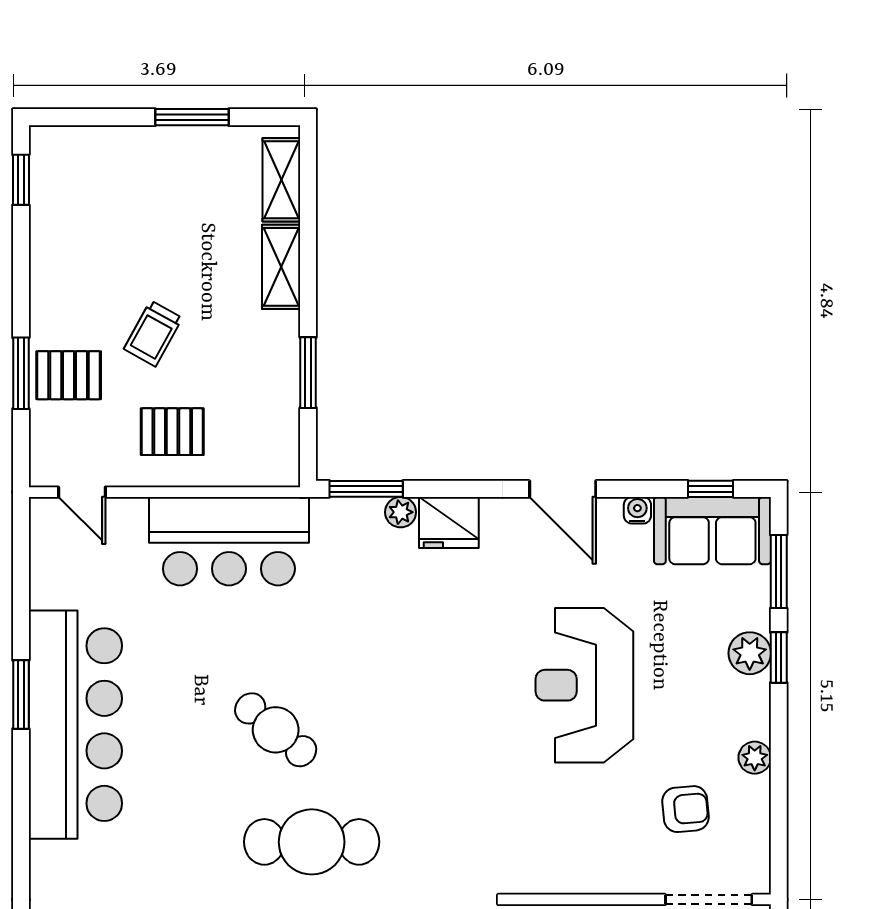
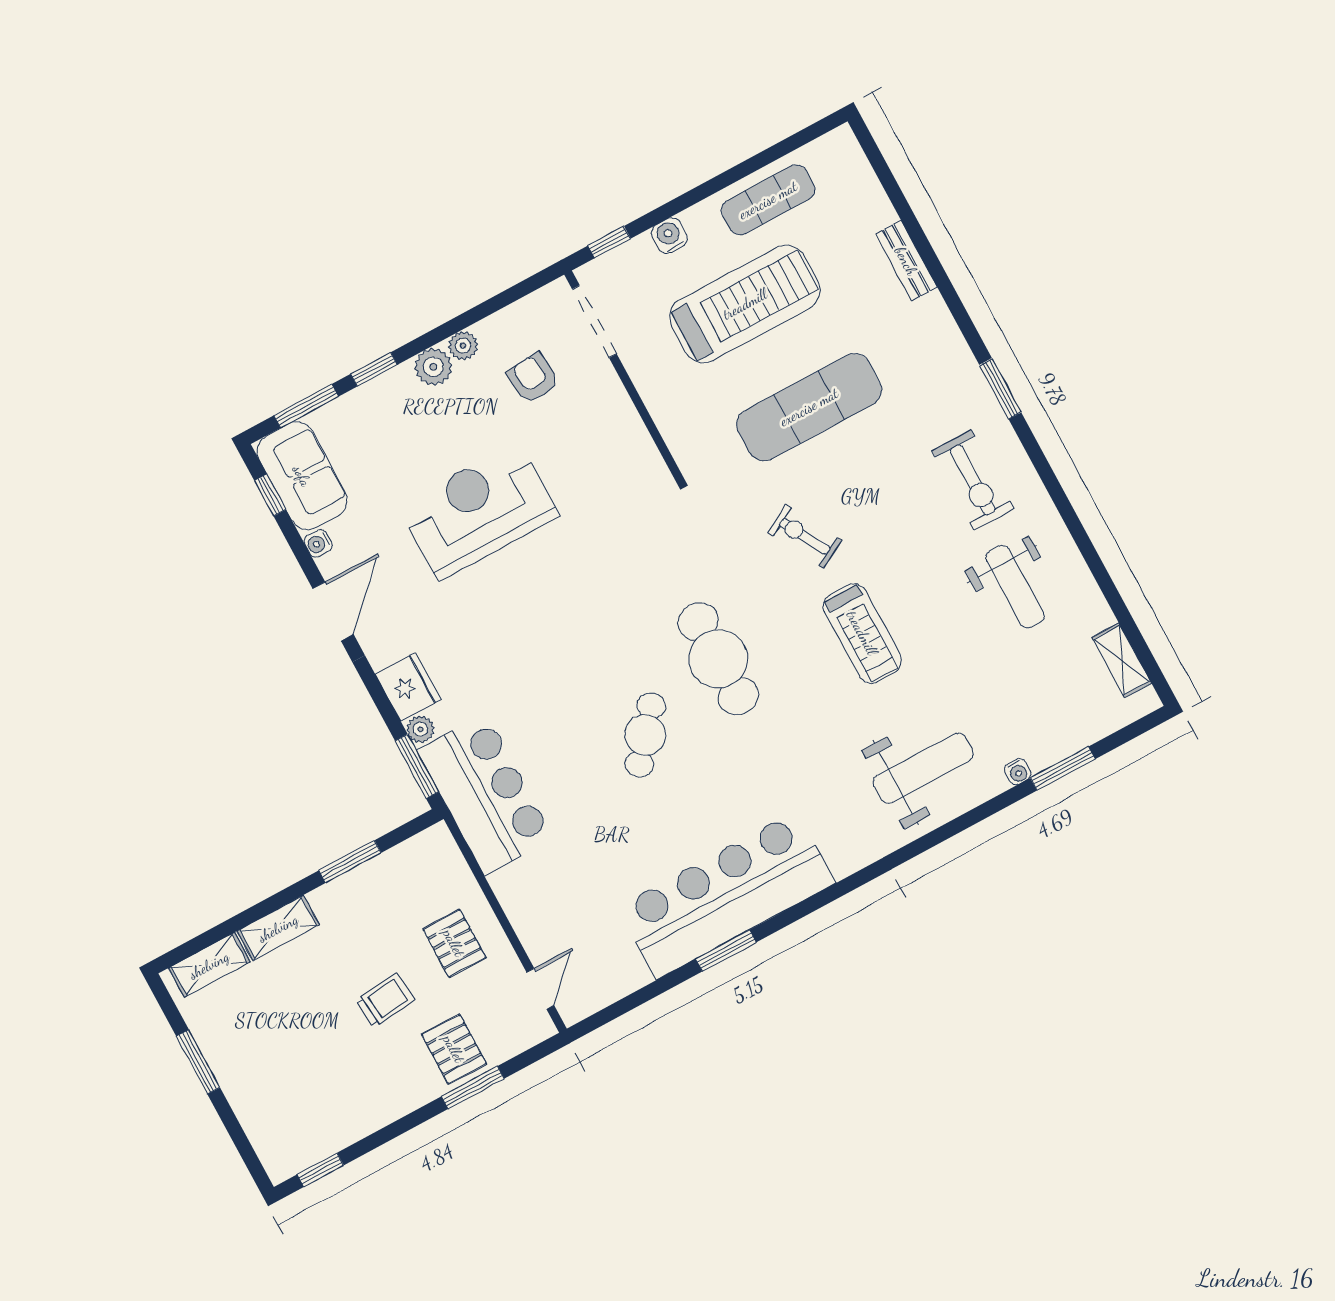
trolley: (153, 333) -> (385, 1000), turned -35
bar counter: (229, 541) -> (485, 794), moved
plant: (750, 653) -> (433, 367), moved
reception desk: (584, 685) -> (479, 511), turned 180

